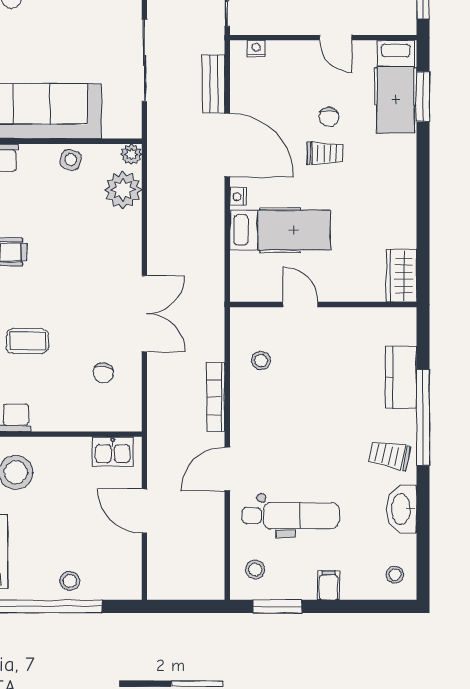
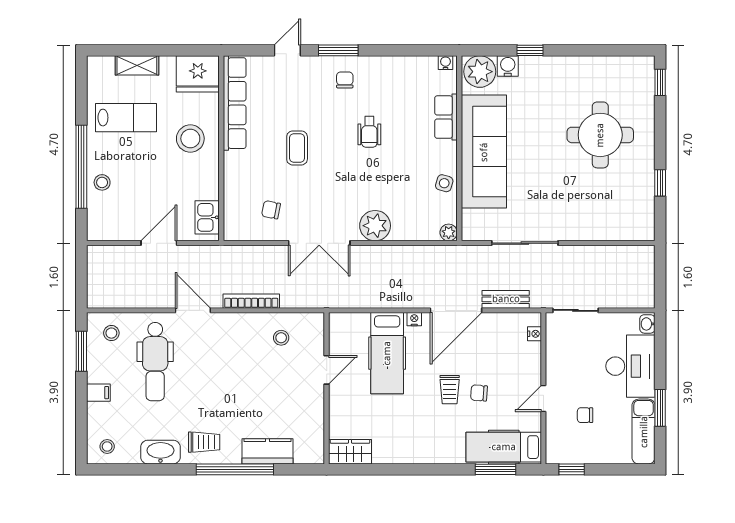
plant: (123, 190) -> (375, 226), moved
trolley: (389, 455) -> (204, 442), turned 79

